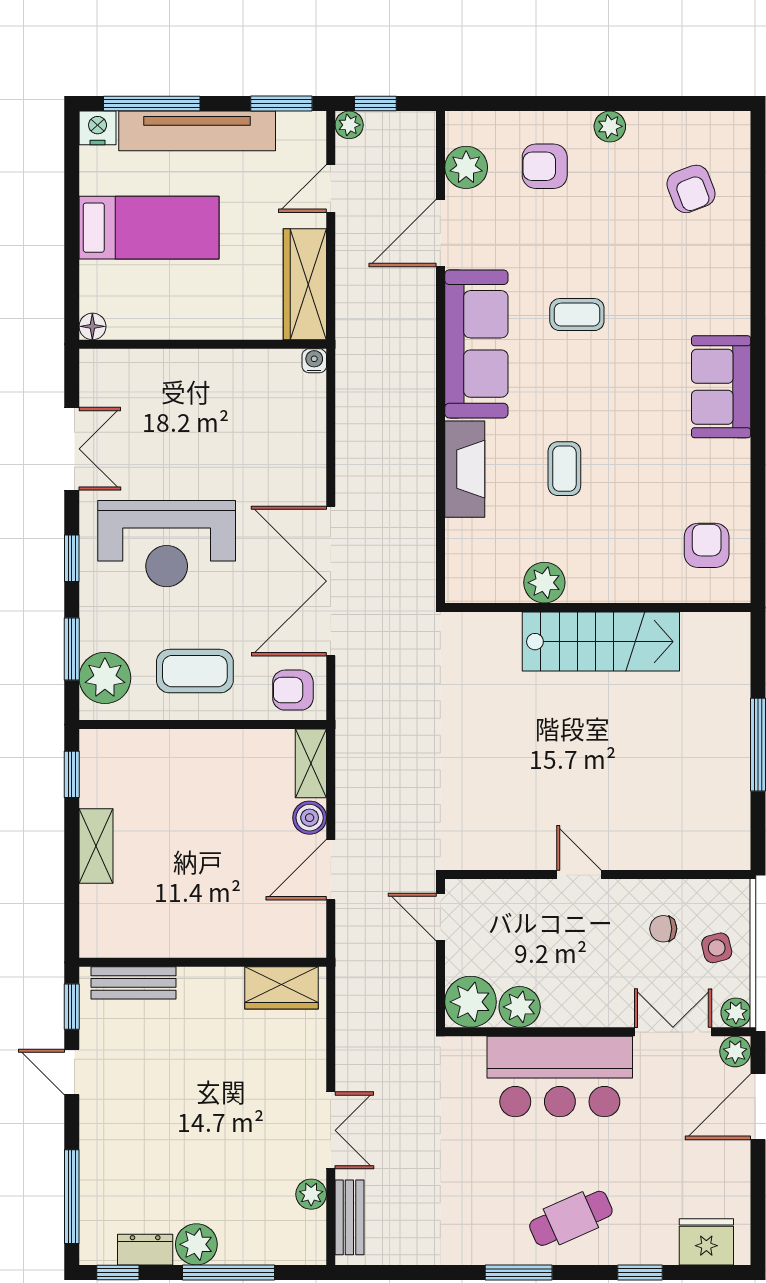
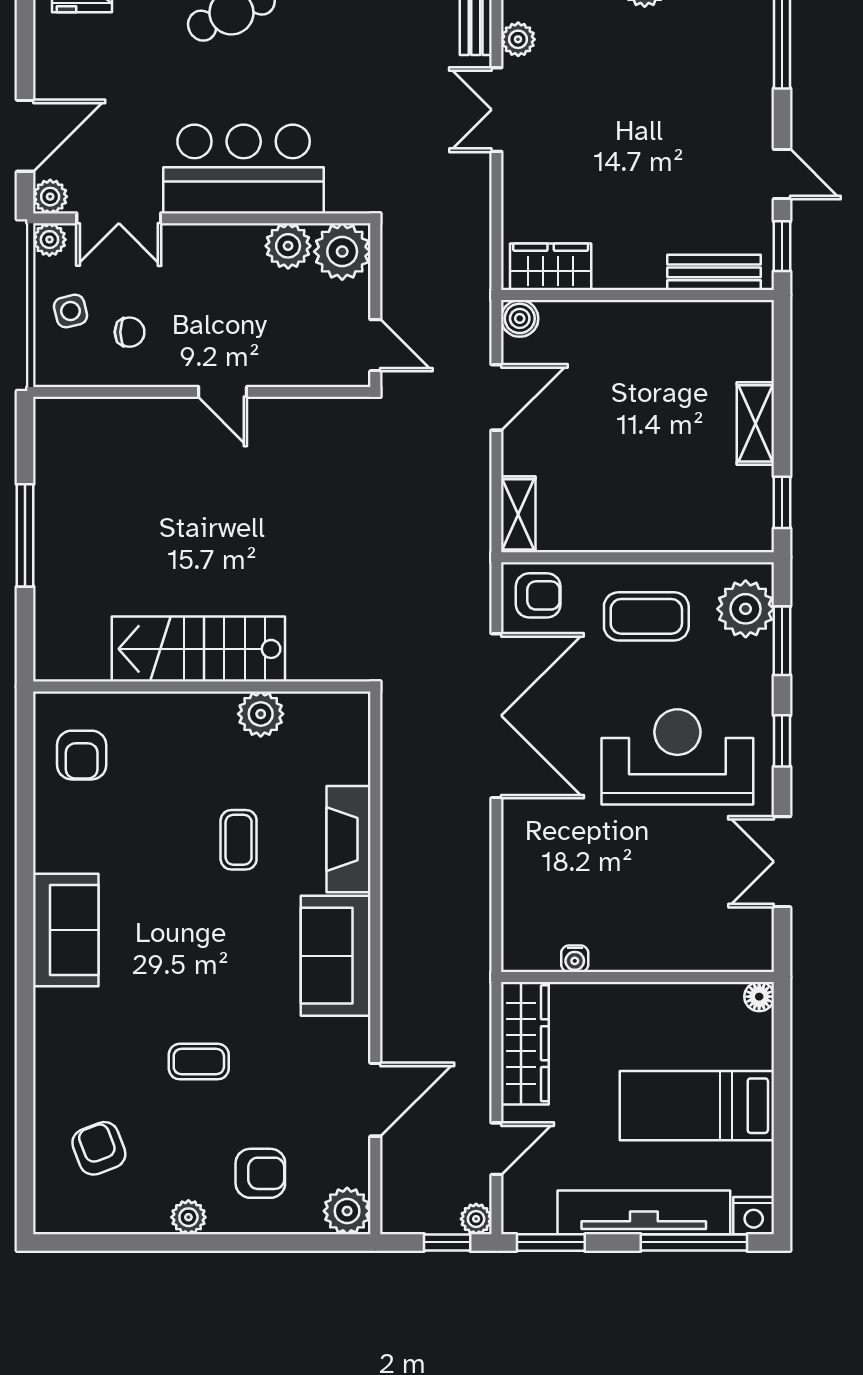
plant: (466, 167) -> (347, 1211), moved
coffee table: (577, 315) -> (199, 1062), moved
sofa: (476, 344) -> (336, 956), width x0.73
water cooler: (314, 361) -> (575, 959), moved
boiler: (310, 818) -> (520, 318), moved

